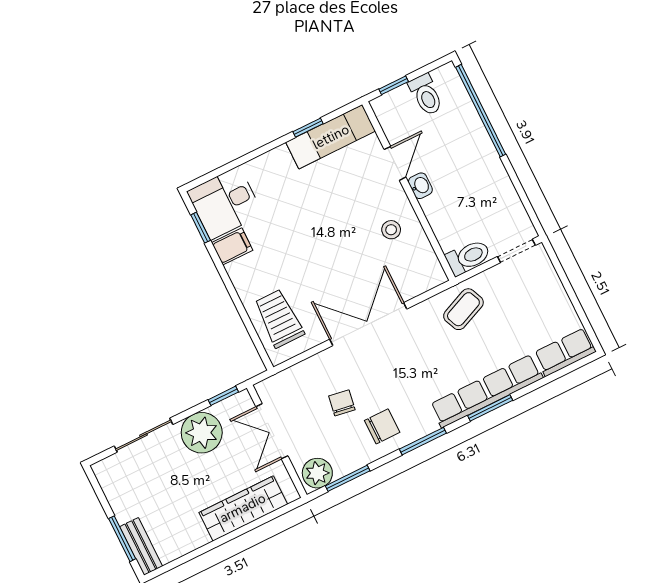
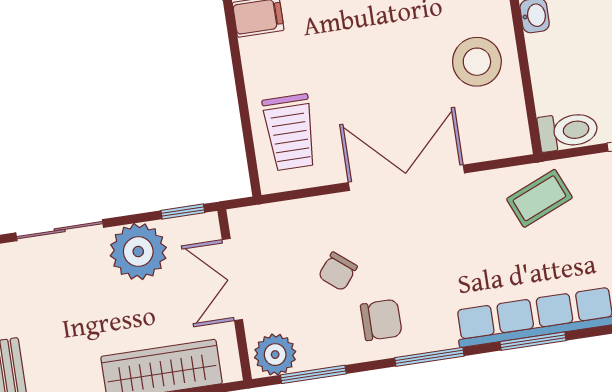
stool: (391, 230) -> (477, 62), width x1.89, depth x1.89
trolley: (279, 318) -> (290, 132), turned 180
chair: (342, 403) -> (338, 271), turned -150

